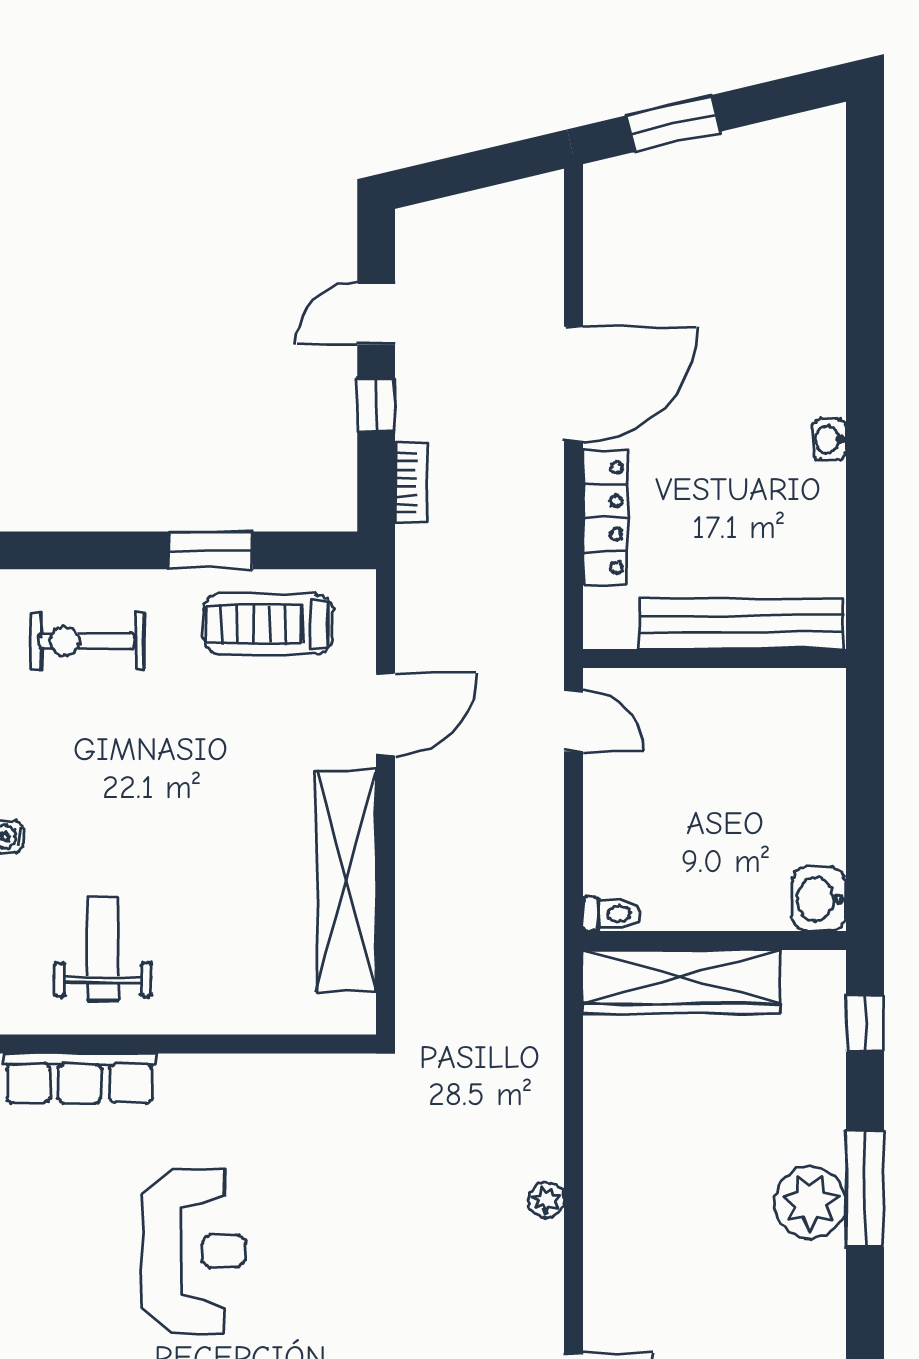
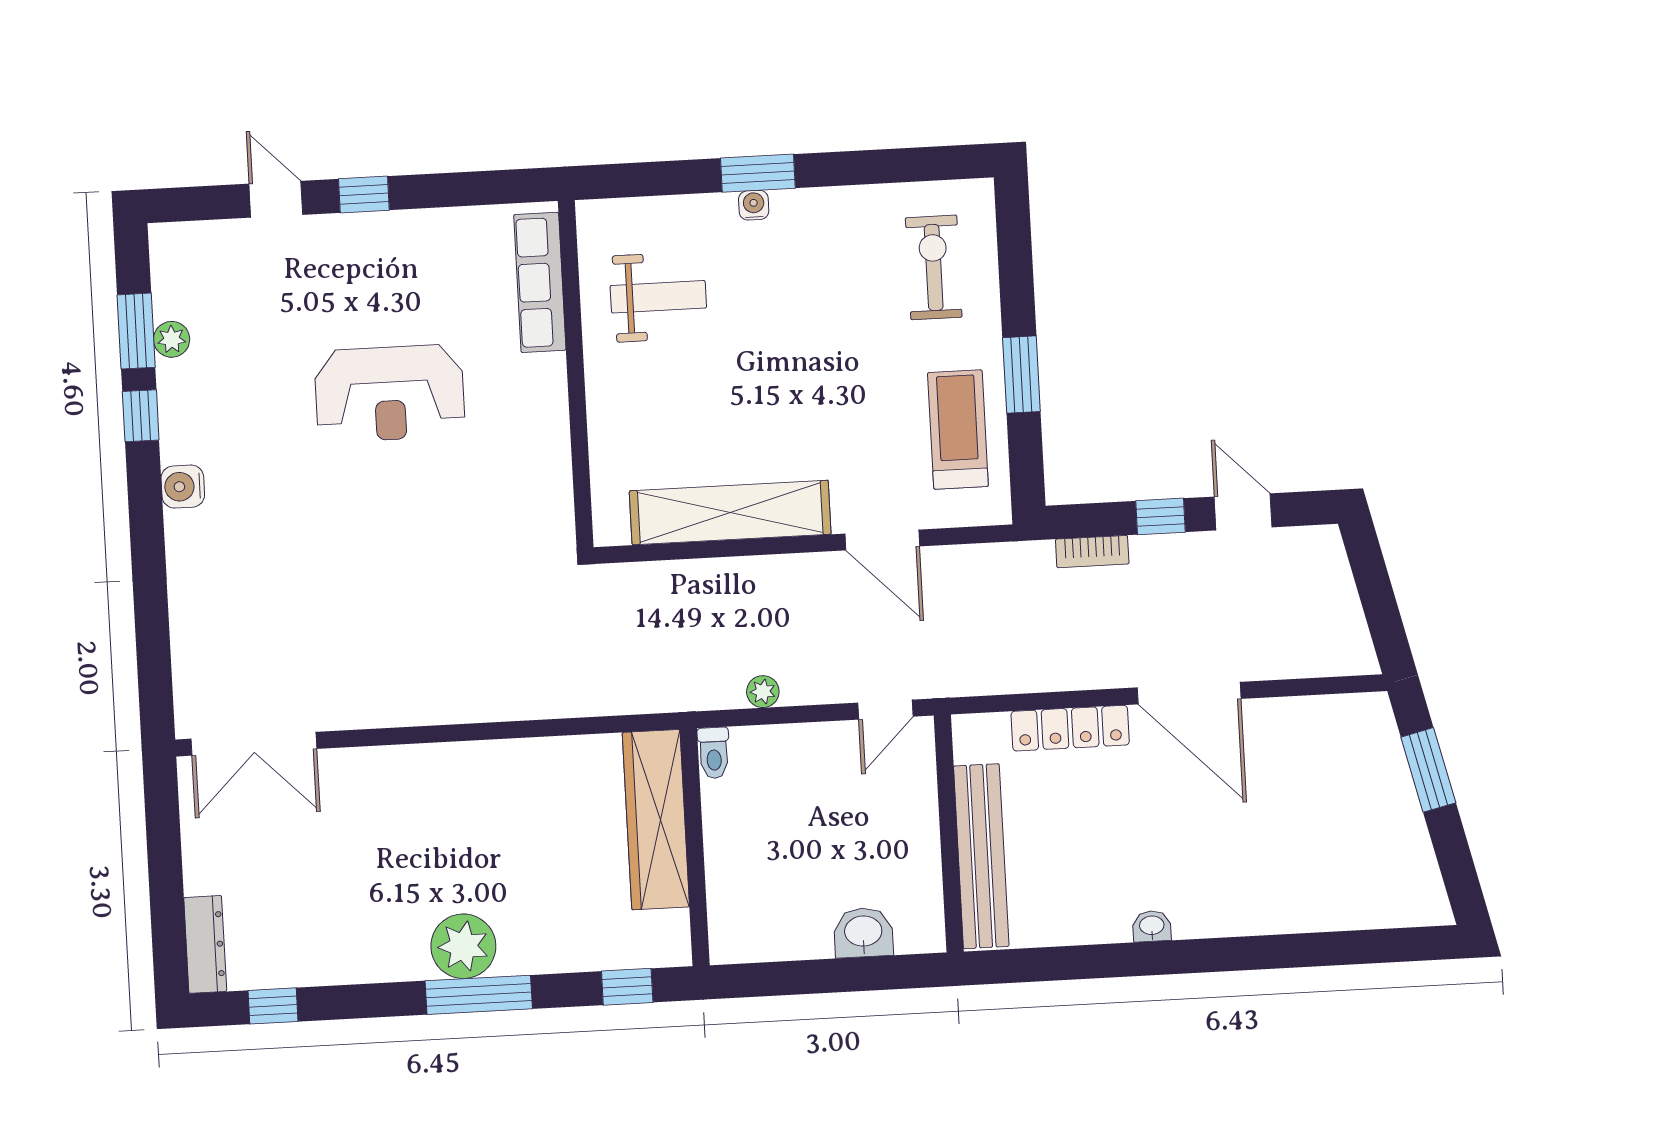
washbasin: (819, 899) -> (863, 932), moved
plant: (546, 1200) -> (763, 692), moved

